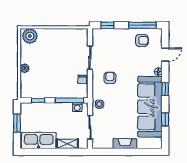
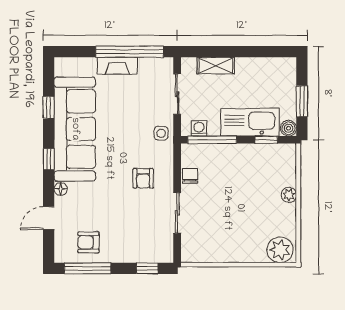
boiler: (25, 107) -> (289, 128), added
kitchen sink: (39, 141) -> (250, 122), moved, turned 180
window: (118, 152) -> (130, 52), added

